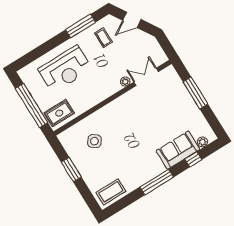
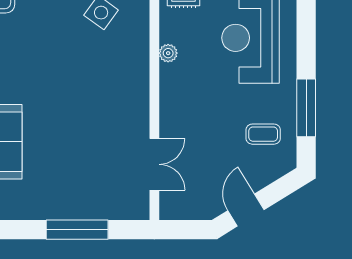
door: (132, 20) -> (246, 210), moved
plant: (125, 82) -> (168, 53), moved

